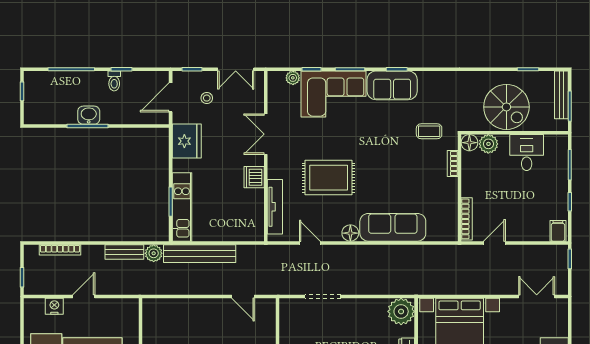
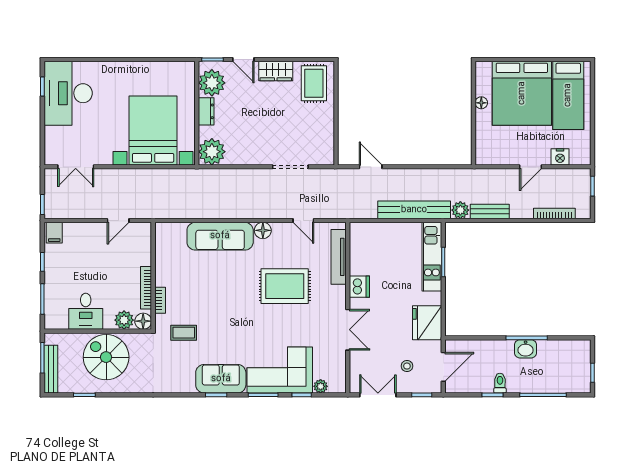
bookcase: (467, 219) -> (146, 288), moved

